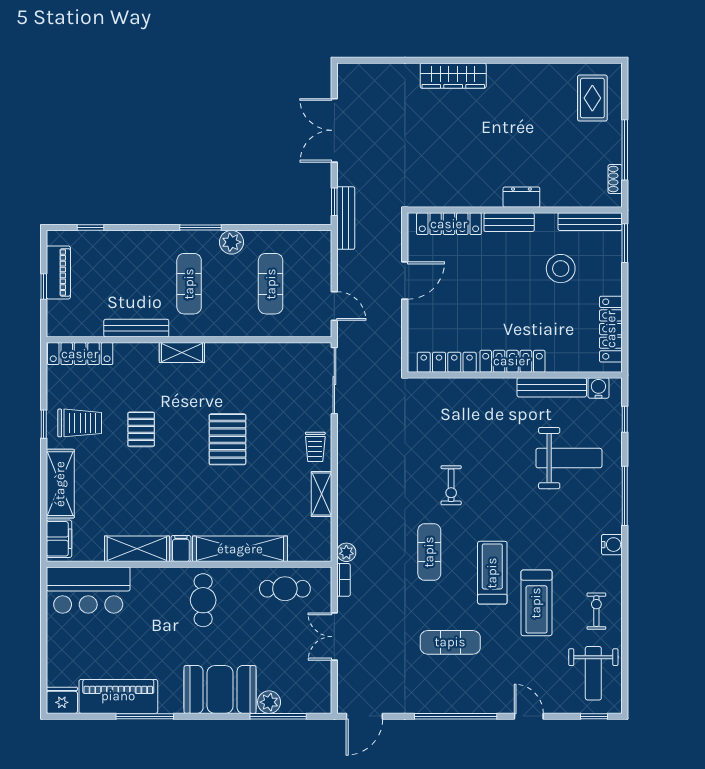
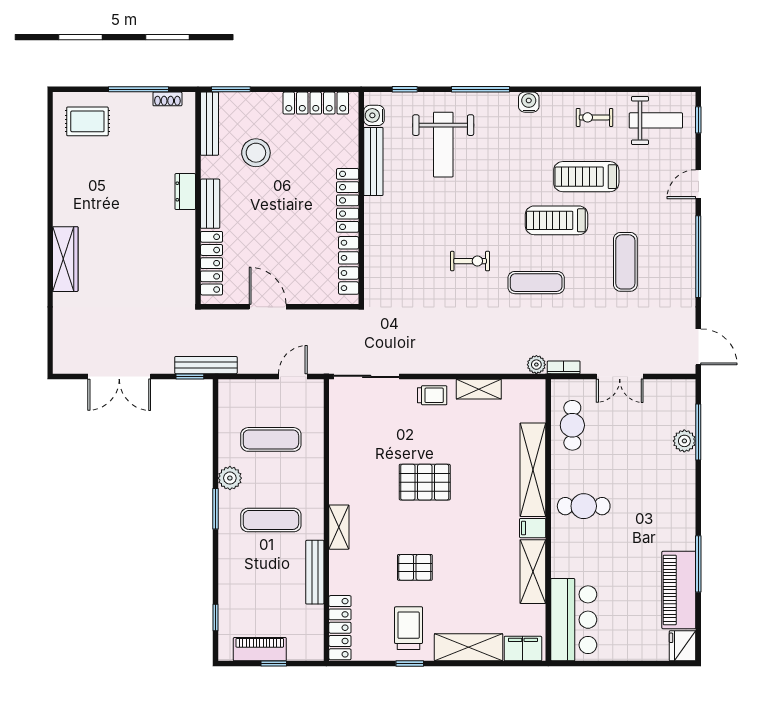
weight bench: (569, 458) -> (443, 145), turned 180
treadmill: (536, 603) -> (586, 177), turned 180
booth: (220, 689) -> (672, 489), removed

